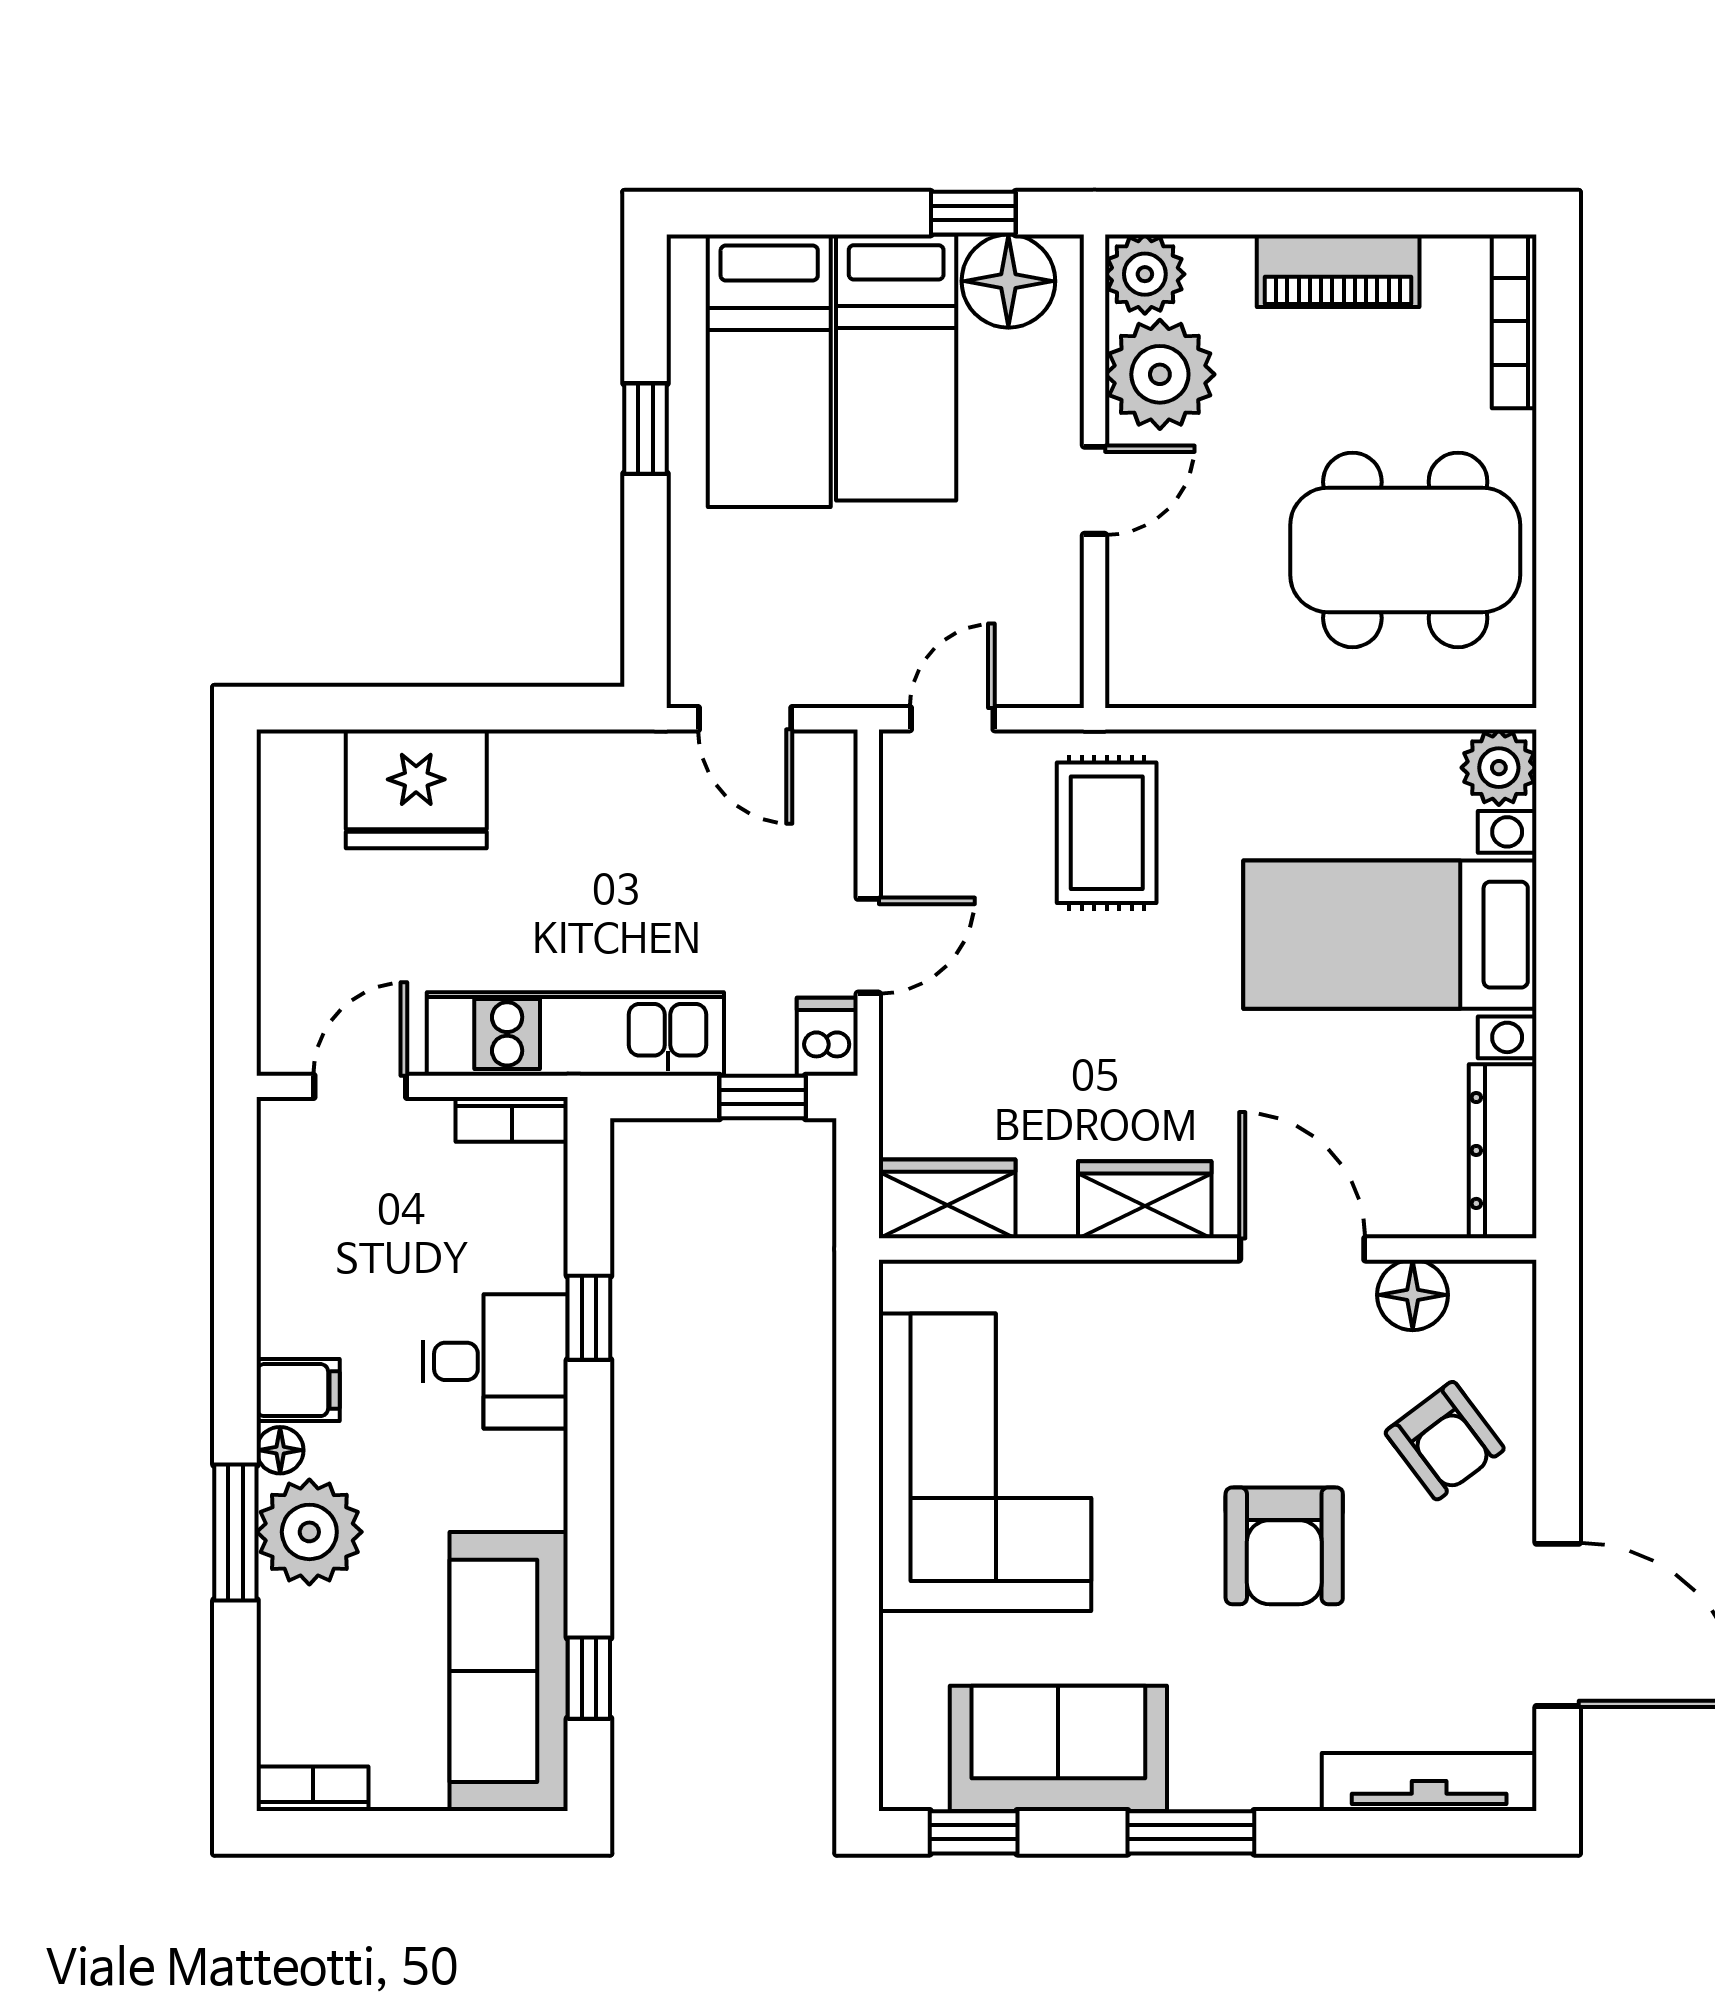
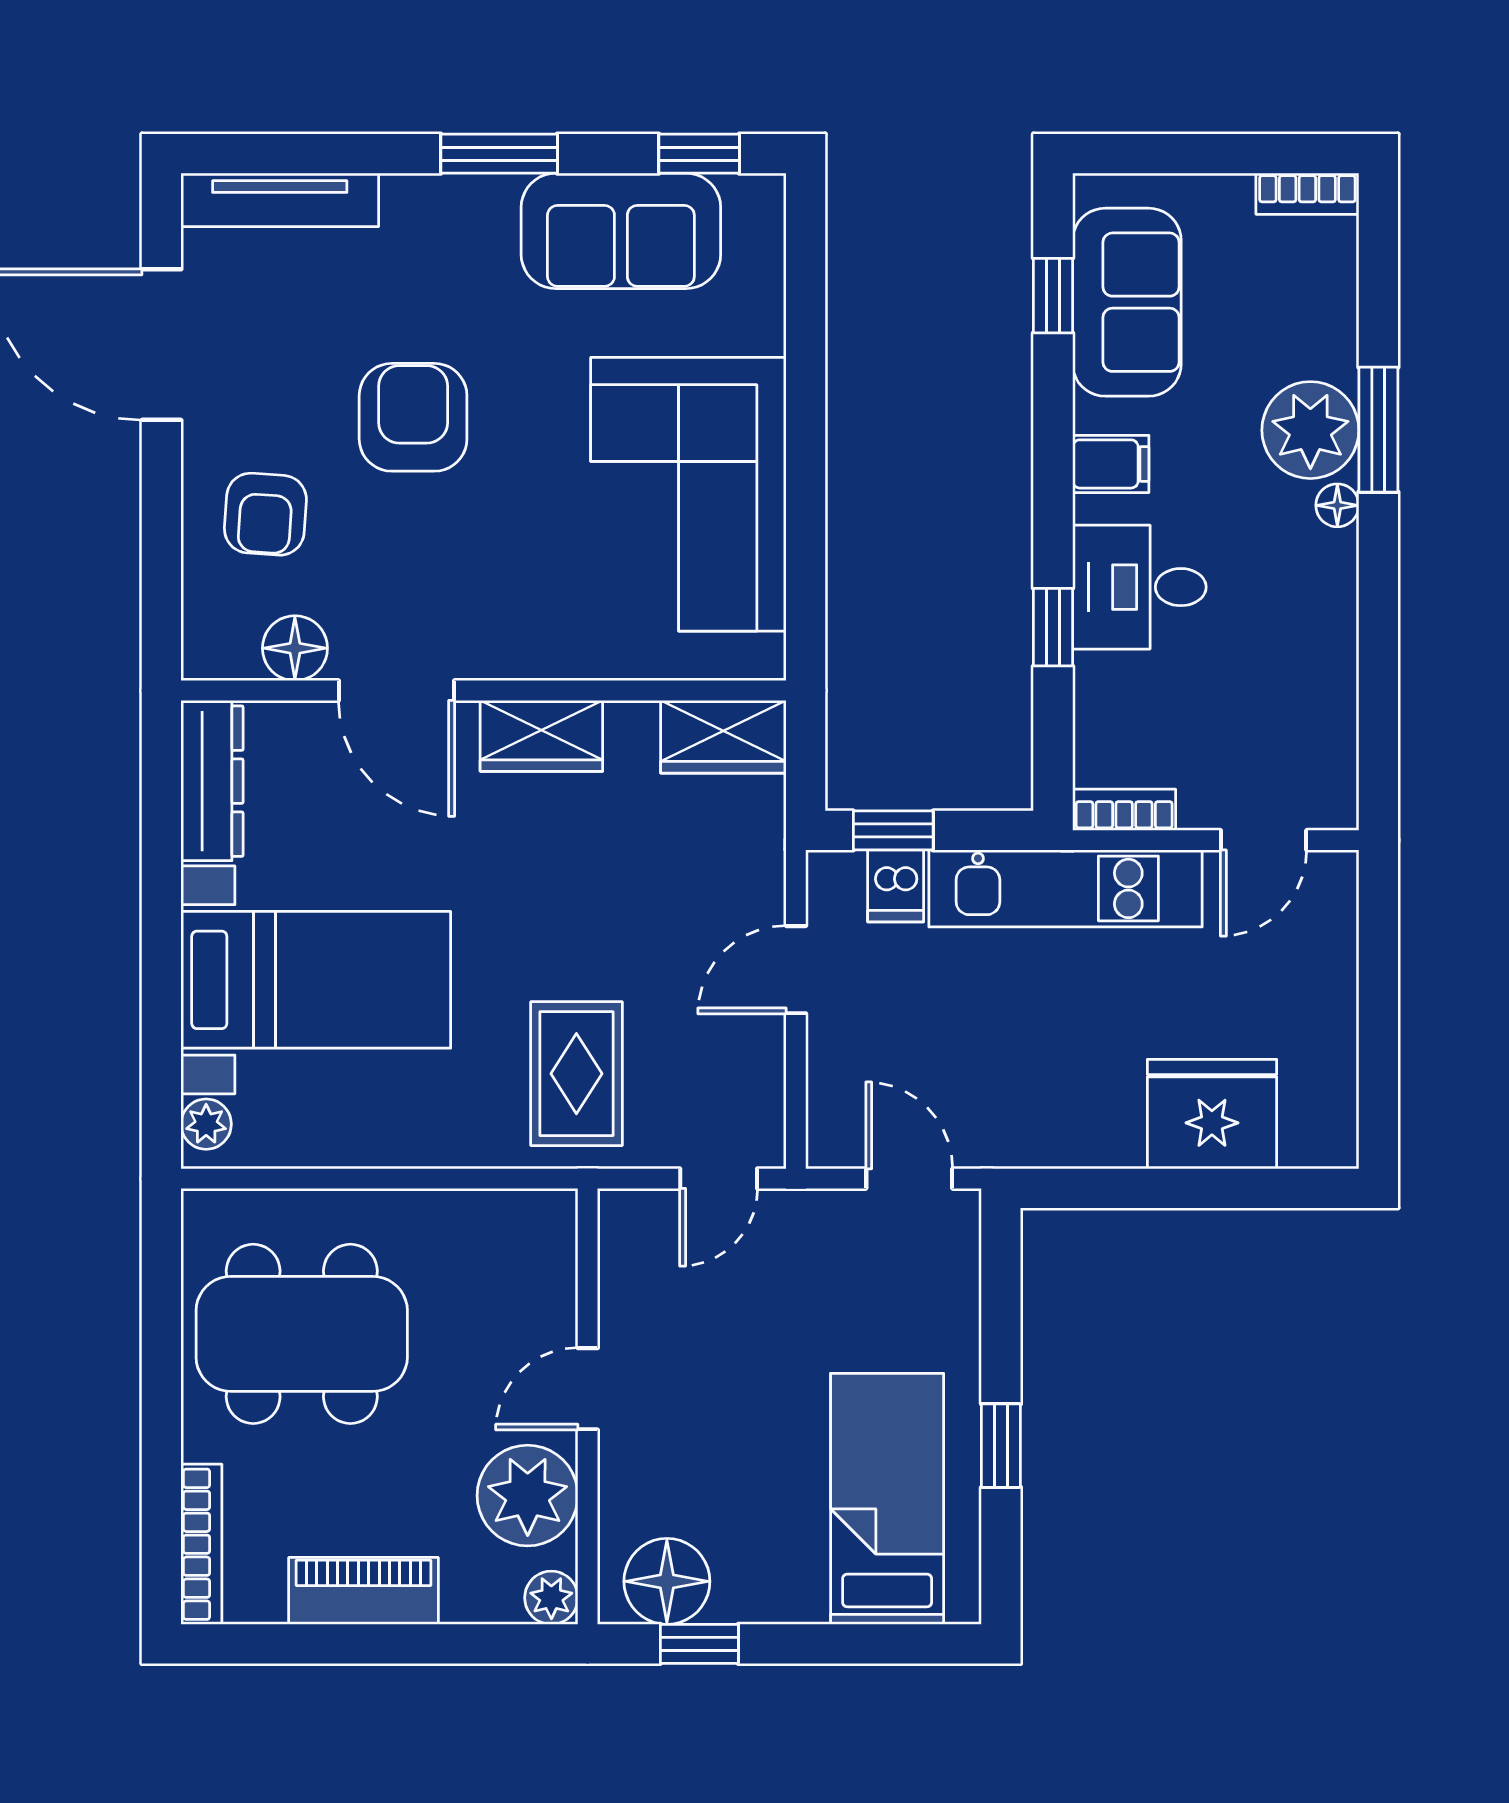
plant: (1145, 274) -> (551, 1598), width x0.73, depth x0.73
bed: (896, 367) -> (770, 1502), removed
plant: (1499, 768) -> (206, 1124), width x0.73, depth x0.73
dishwasher: (827, 1037) -> (896, 886), moved
filing cabinet: (298, 1390) -> (1111, 464), moved, turned 180
armchair: (1445, 1441) -> (265, 514), turned -139
sofa: (509, 1671) -> (1127, 302), width x0.73

